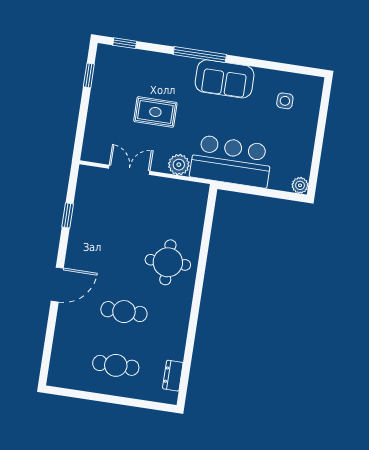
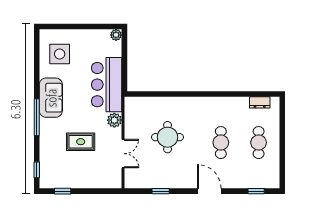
side table: (285, 101) -> (60, 54), width x1.87, depth x1.87
rug: (155, 112) -> (81, 142), turned 90
double door: (129, 170) -> (123, 154), swing flipped
round table: (168, 262) -> (168, 137), moved
window: (47, 351) -> (256, 191), added

